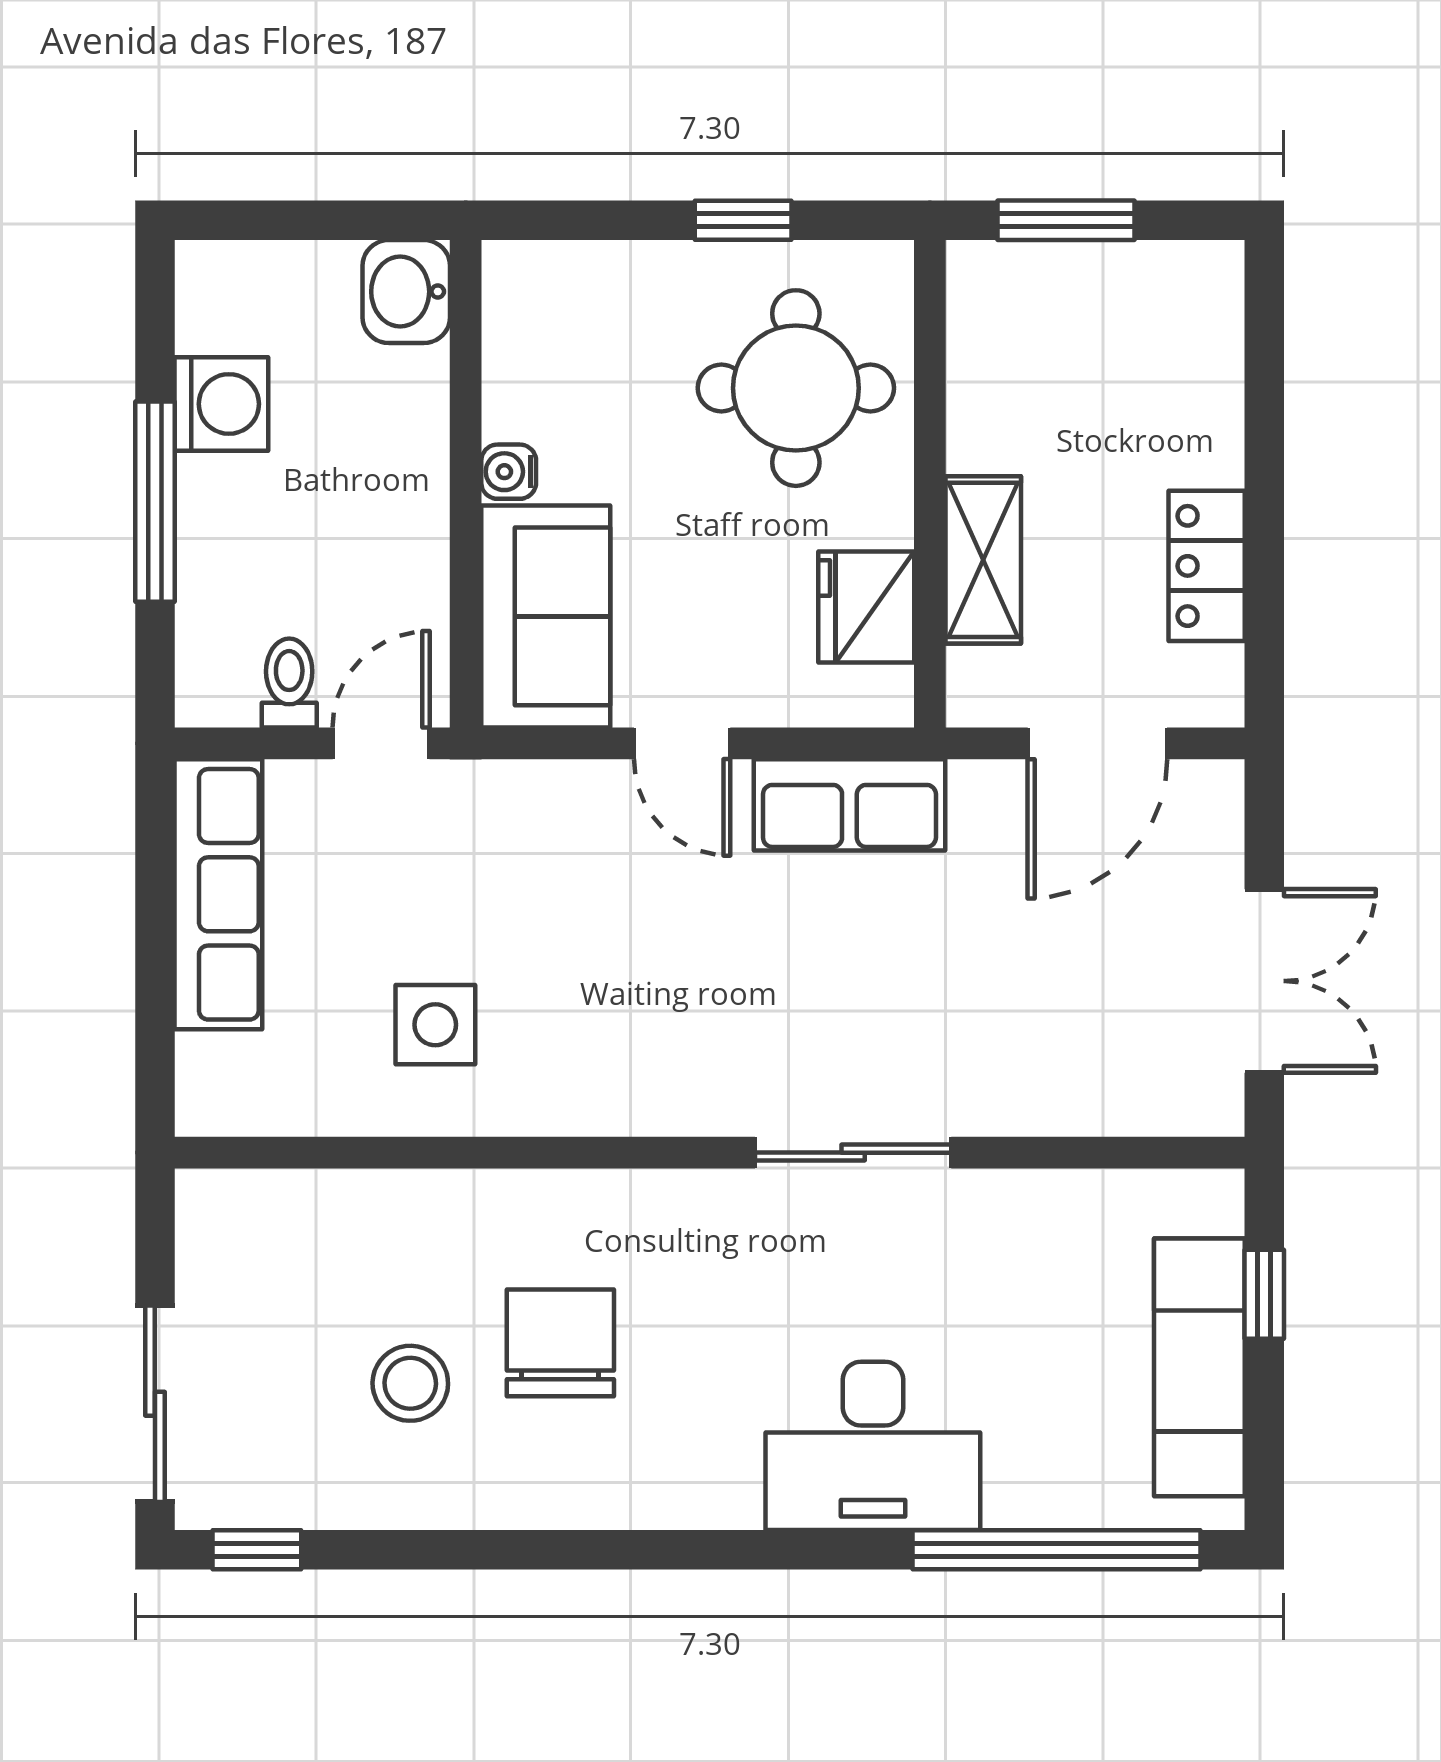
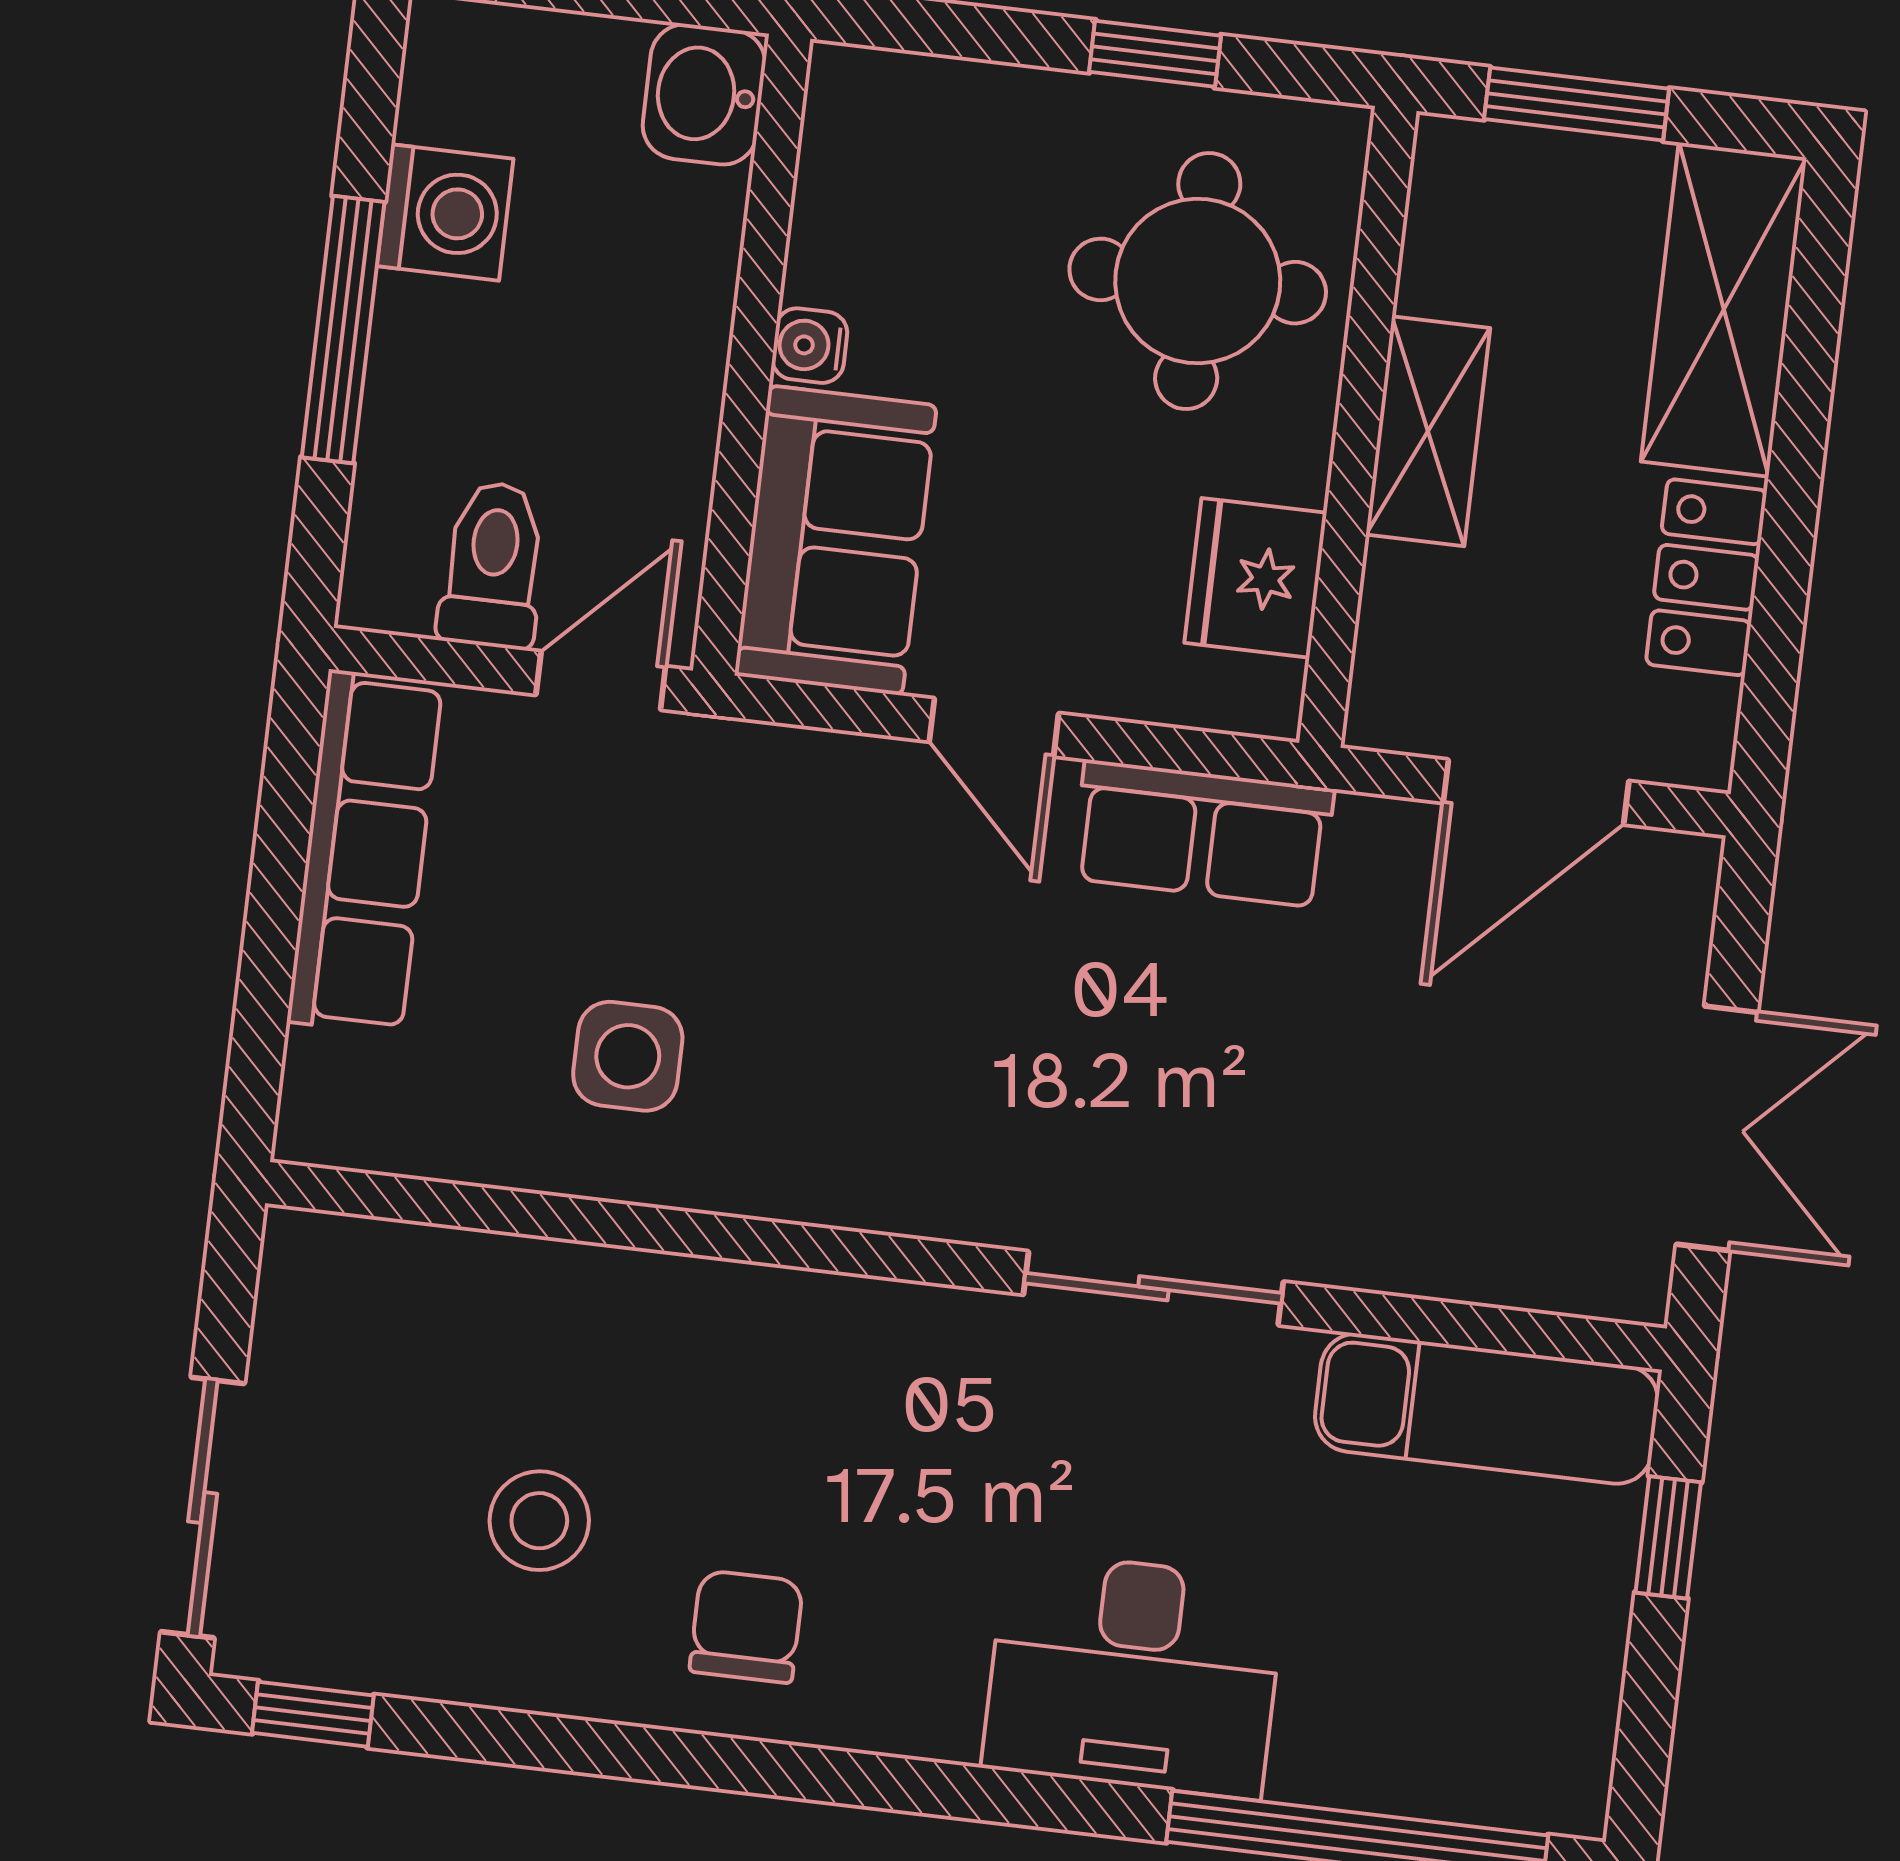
shelving: (1196, 362) -> (1724, 310), added
shelving: (983, 560) -> (1428, 431), moved
toilet: (289, 683) -> (493, 565), width x1.37, depth x1.39
chair: (560, 1343) -> (746, 1627), moved, width x0.73, depth x0.73
exam couch: (1199, 1367) -> (1487, 1409), moved, turned -90

